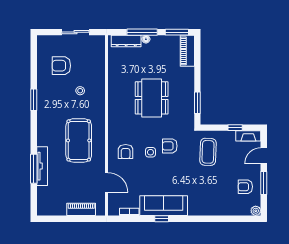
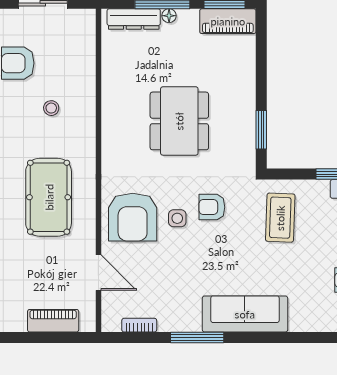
piano: (187, 51) -> (228, 21), moved, turned -90
armchair: (126, 152) -> (133, 217), width x1.88, depth x1.88
sofa: (164, 206) -> (245, 314), moved
window: (162, 219) -> (197, 337), width x2.17

